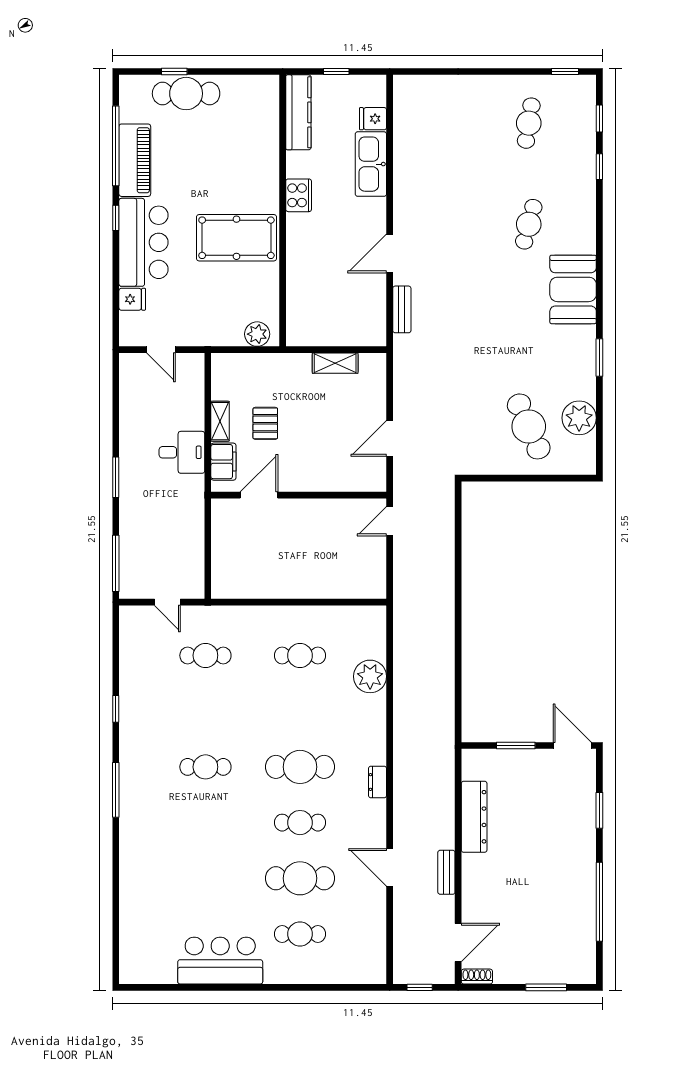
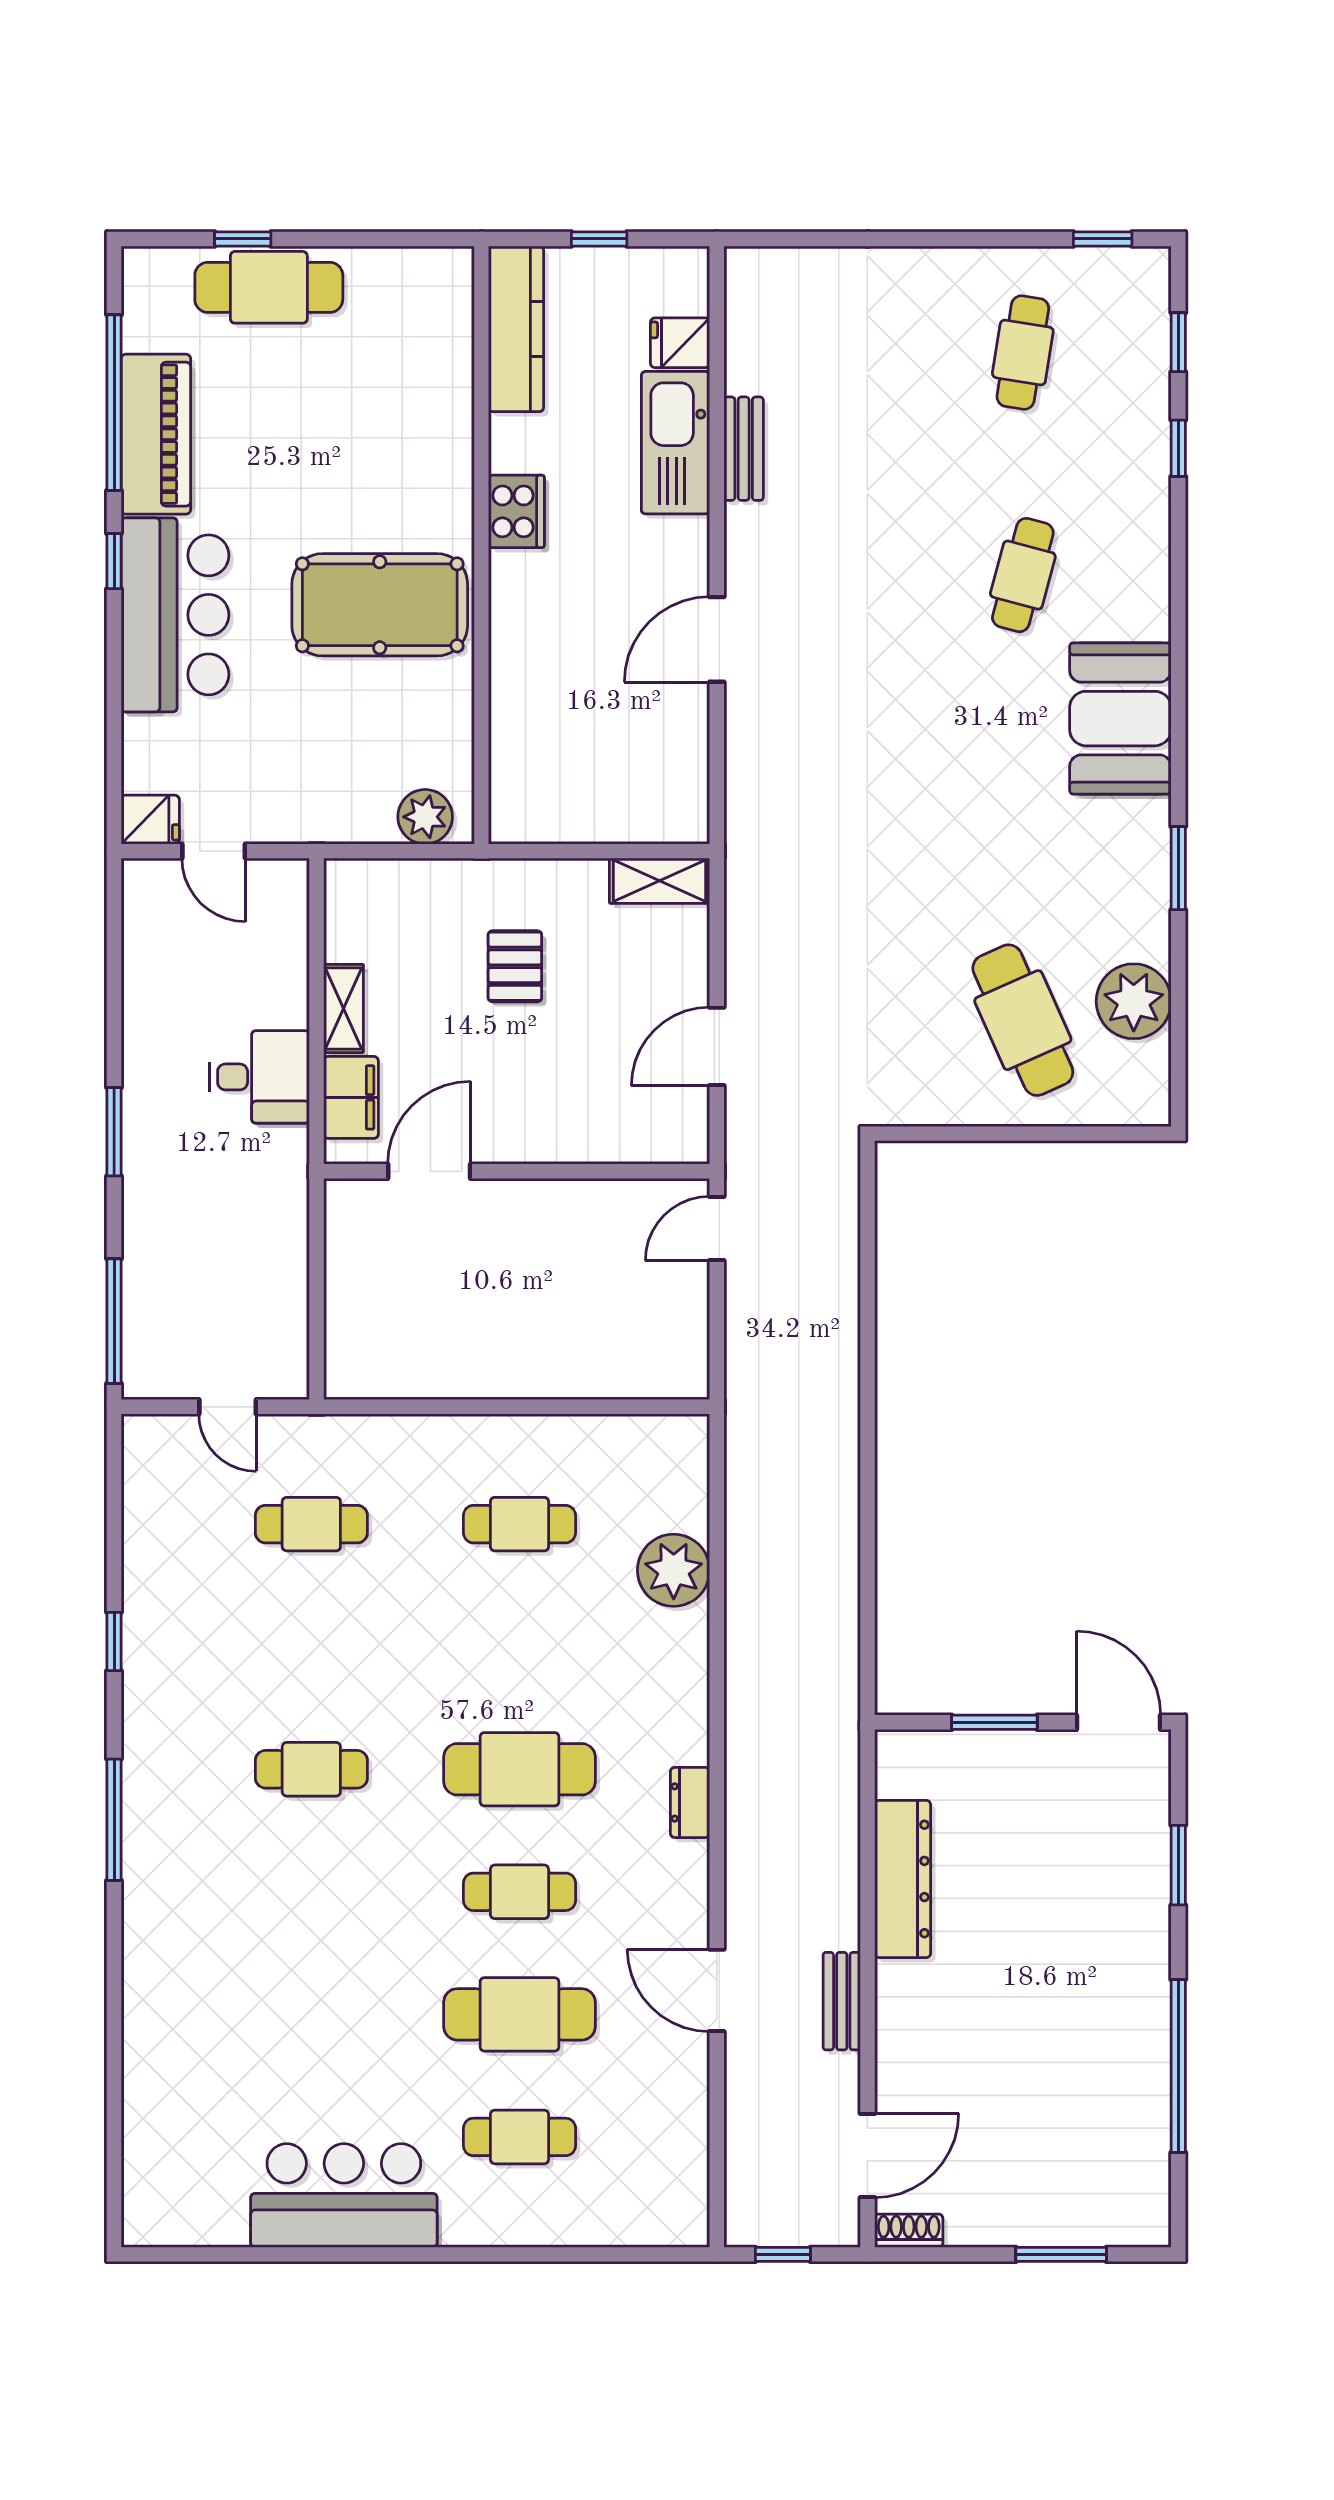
fridge: (132, 299) -> (150, 820), moved
bench: (402, 309) -> (744, 449), moved
shelving: (335, 363) -> (660, 881), moved
pallet: (265, 423) -> (515, 966), moved

